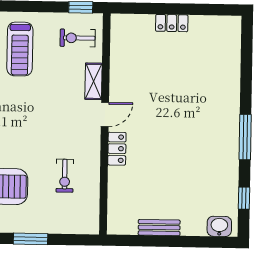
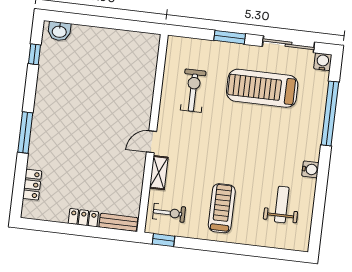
window: (245, 137) -> (25, 133), moved
locker: (117, 149) -> (32, 185), moved, turned 180
exercise bike: (65, 176) -> (193, 91), width x1.38, depth x1.39
bench: (159, 228) -> (118, 222), moved

